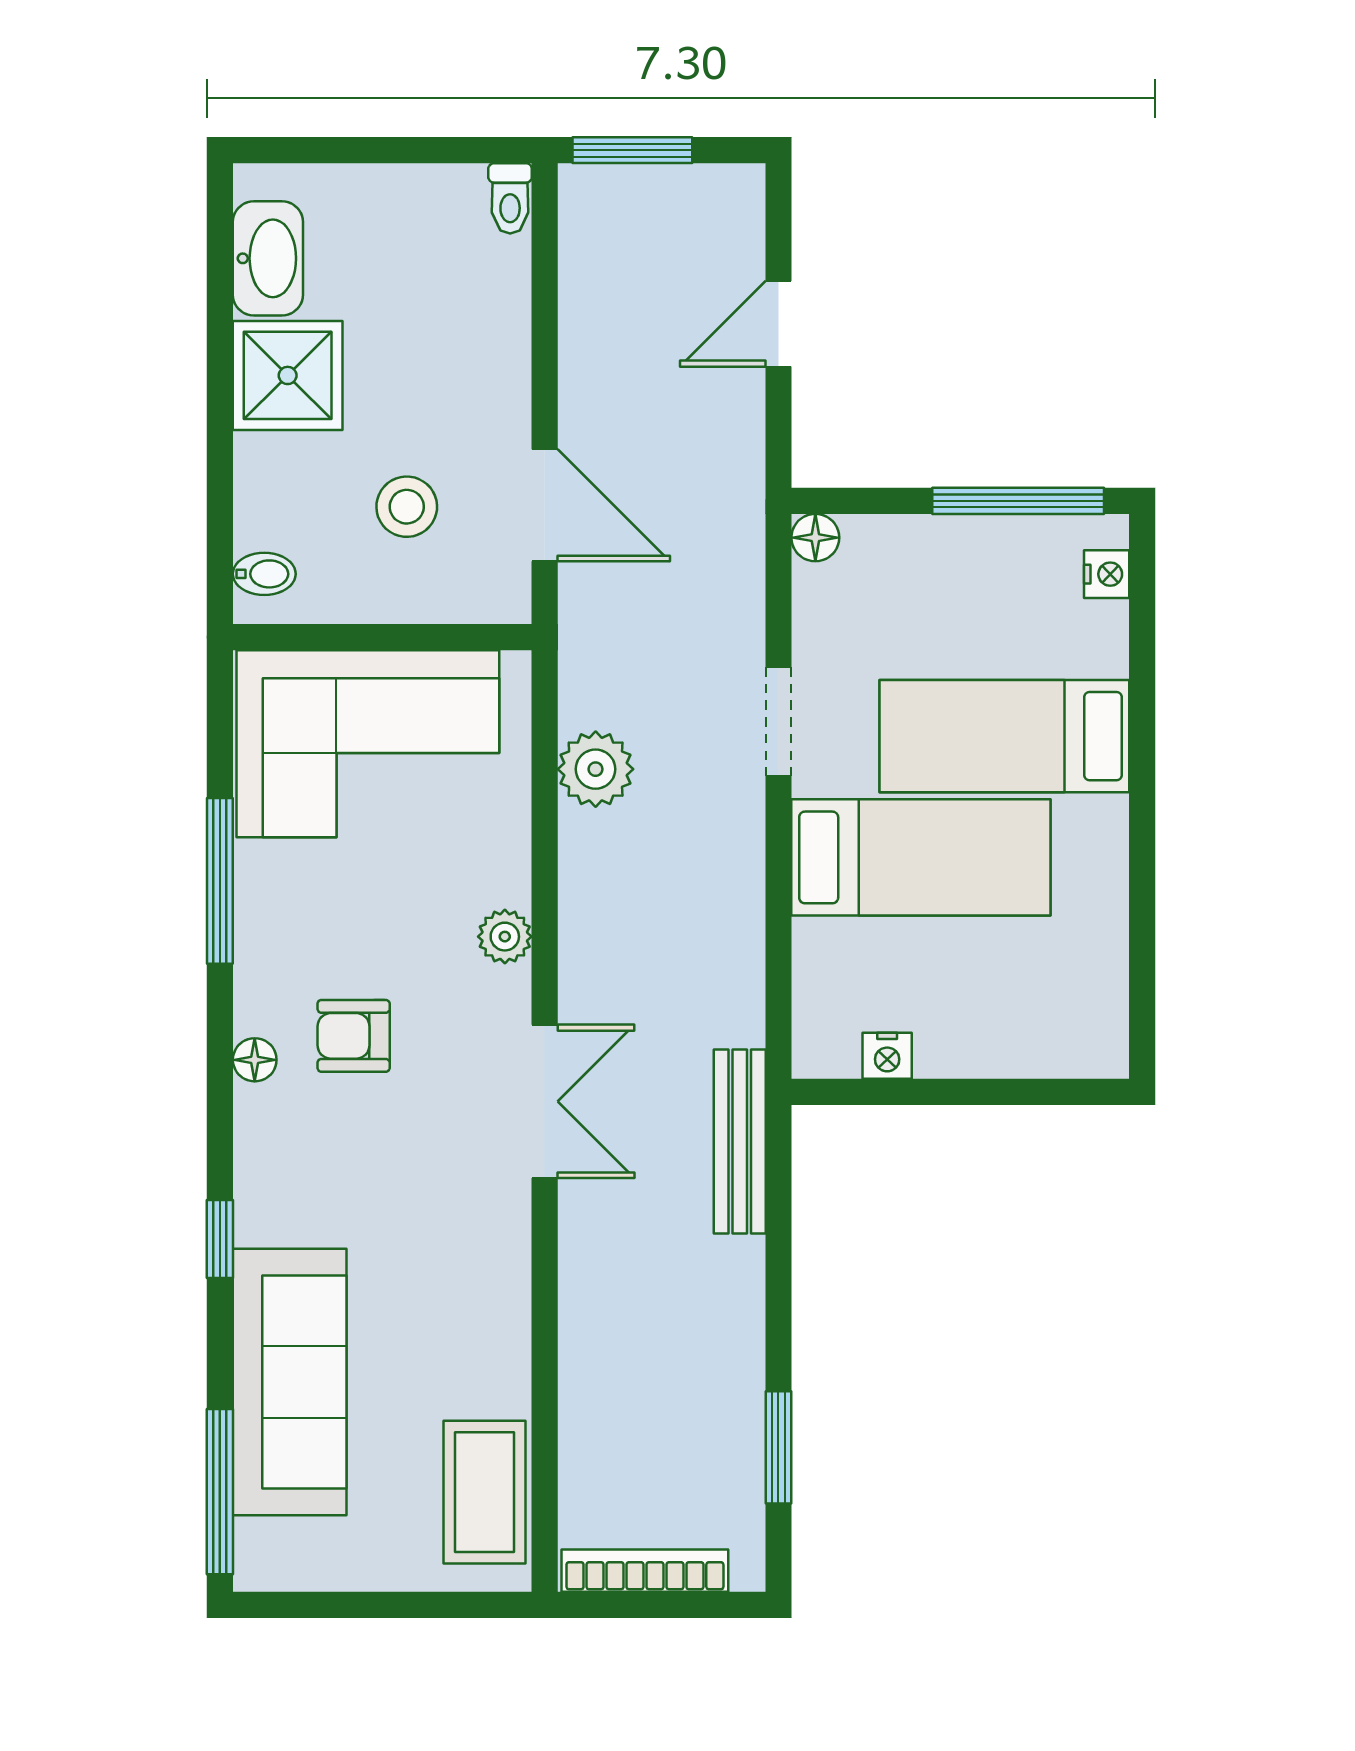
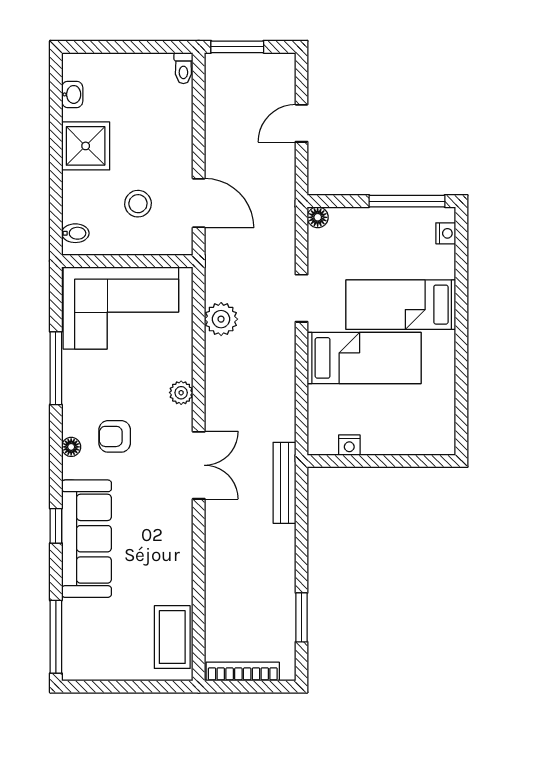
washbasin: (268, 258) -> (72, 94), width x0.52, depth x0.69
sofa: (290, 1382) -> (86, 539), moved

